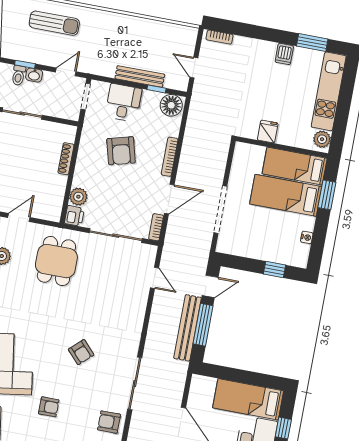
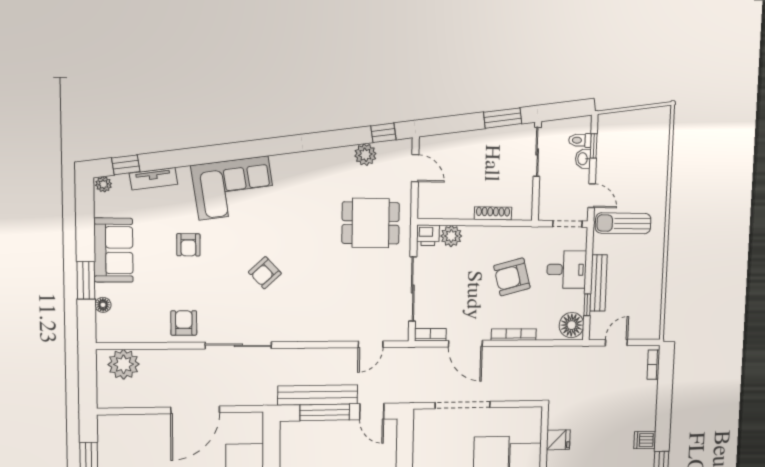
sun lounger: (54, 23) -> (623, 223), moved, turned 90

